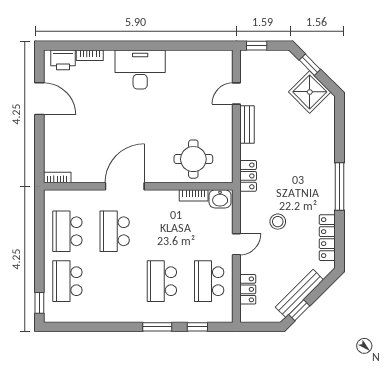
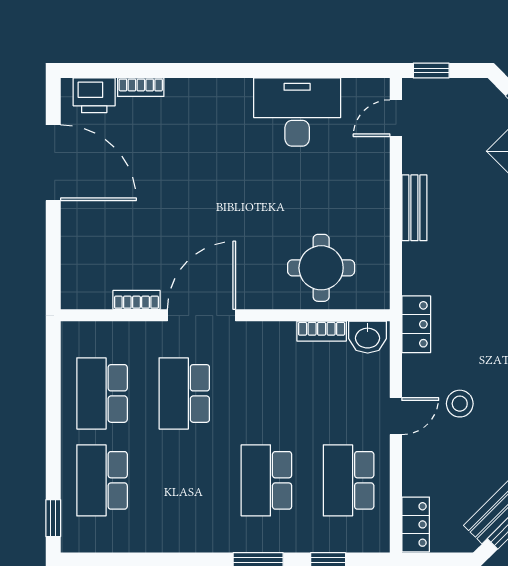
desk: (140, 70) -> (297, 112), moved
door: (236, 93) -> (396, 118), moved
door: (39, 99) -> (53, 163), width x1.36
locker: (248, 176) -> (416, 324), moved
bookcase: (57, 177) -> (136, 300), moved
stool: (278, 222) -> (460, 404), moved
locker: (248, 289) -> (416, 524), moved

